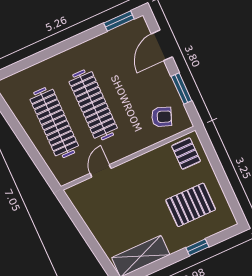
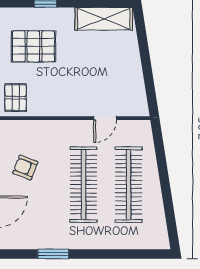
window: (119, 21) -> (53, 254), moved
armchair: (162, 117) -> (25, 167), moved

